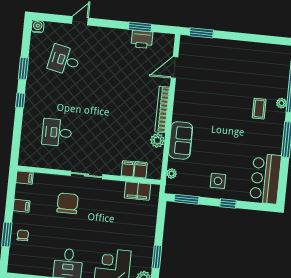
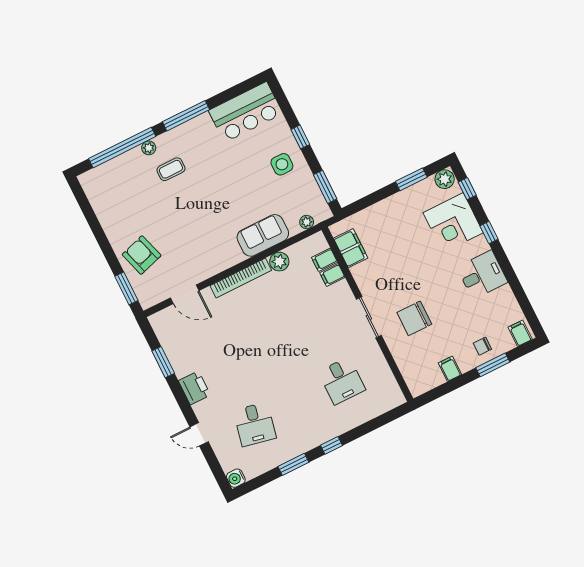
printer: (142, 39) -> (194, 388), moved
armchair: (216, 56) -> (142, 255), added
filing cabinet: (25, 178) -> (520, 333), moved

